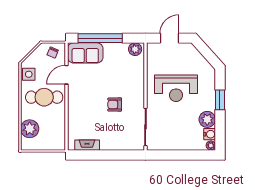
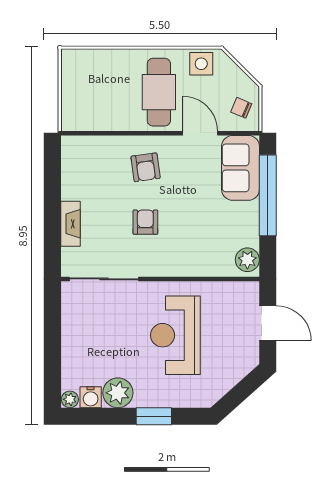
armchair: (85, 104) -> (146, 167), added
plant: (30, 129) -> (101, 65), removed
fireplace: (87, 145) -> (70, 224), moved

